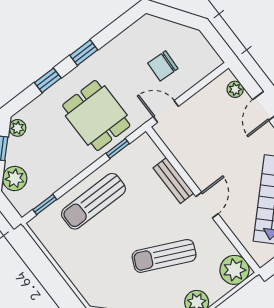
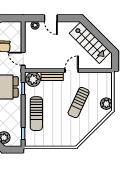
door: (166, 111) -> (23, 59), hinge flipped
door: (207, 205) -> (72, 71), hinge flipped
plant: (235, 270) -> (33, 79), moved

